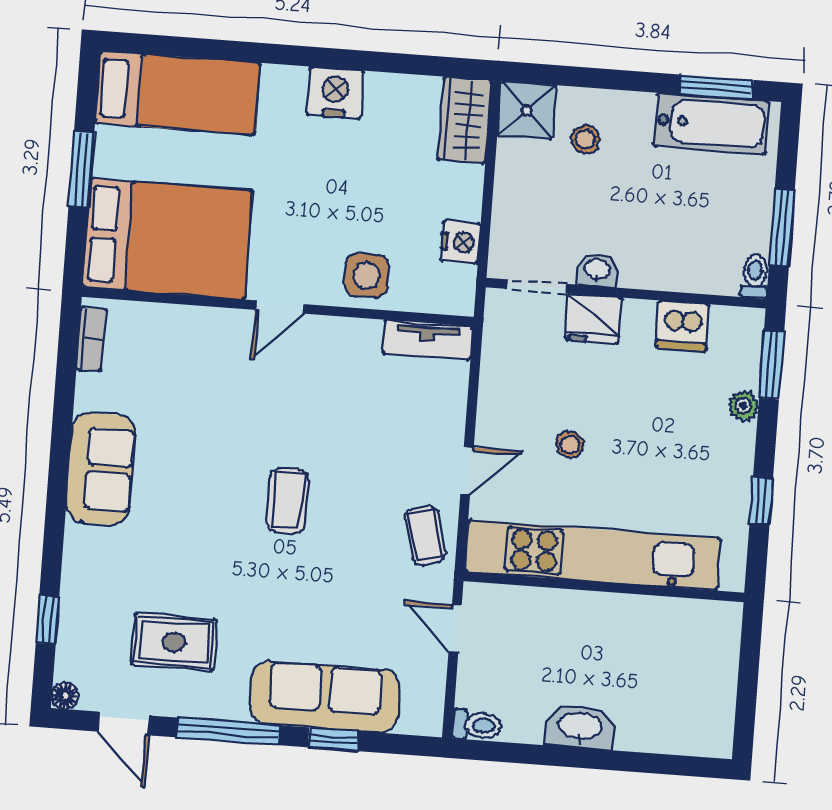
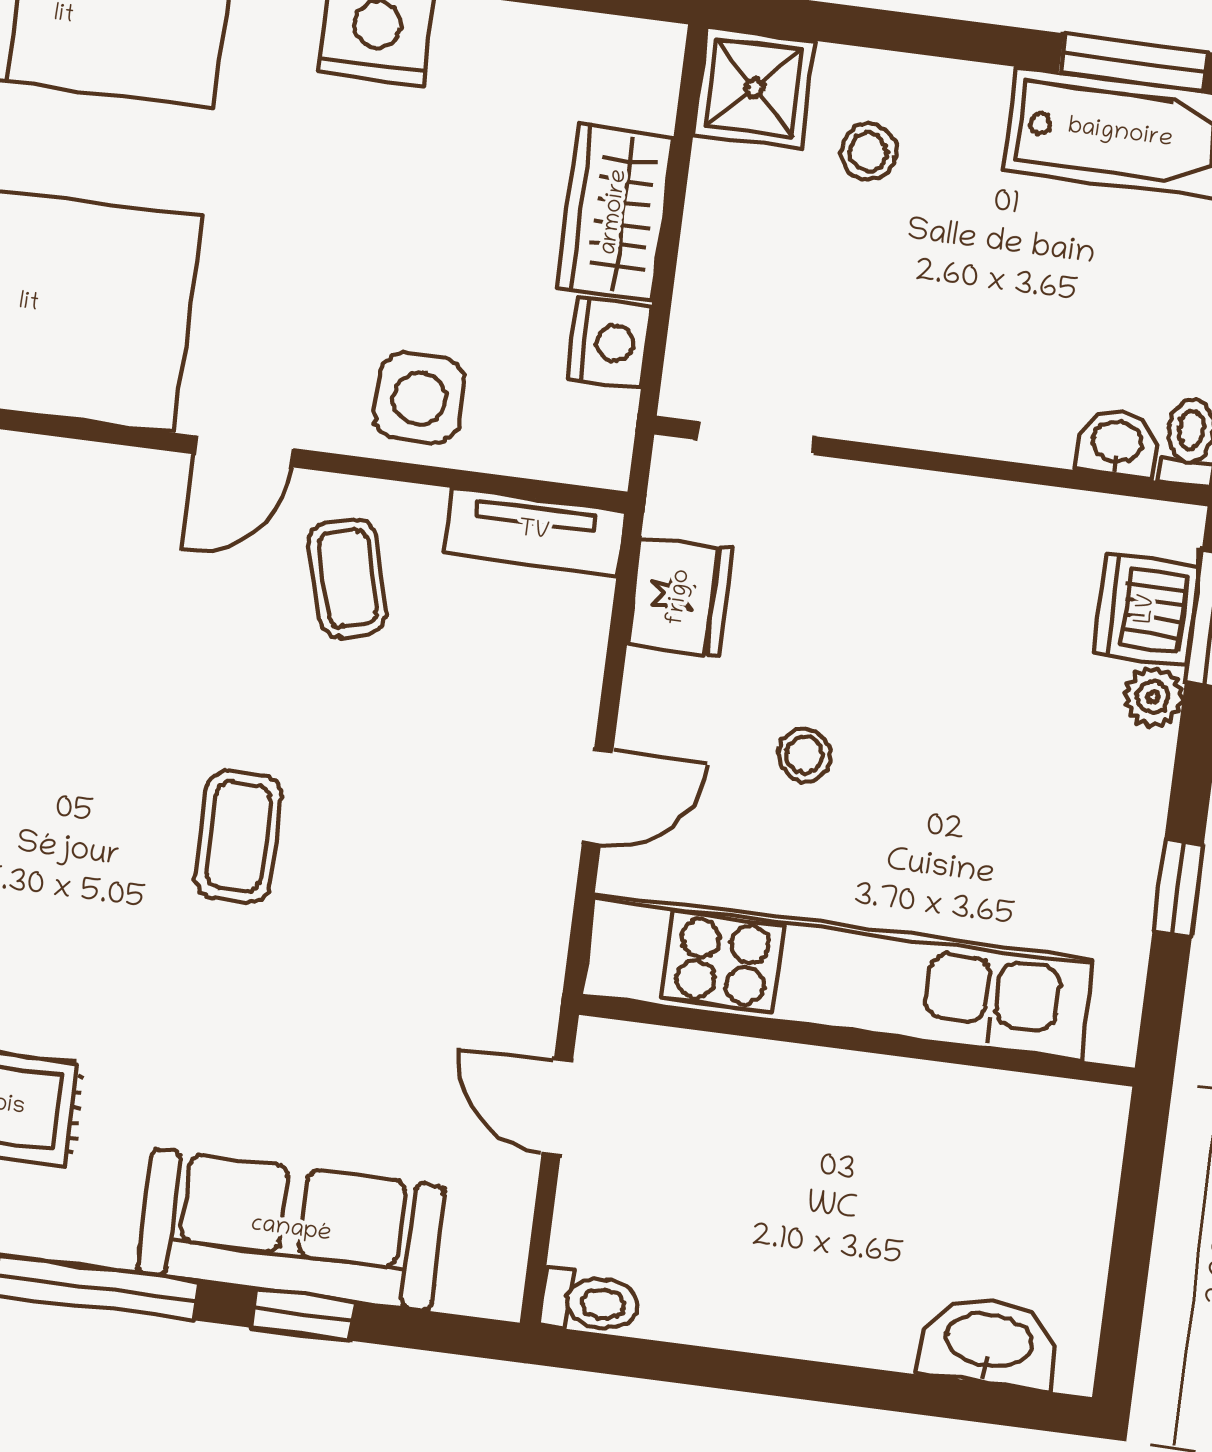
wardrobe: (464, 120) -> (615, 212), moved
washbasin: (597, 270) -> (1117, 444), moved
fridge: (593, 319) -> (680, 597), moved, turned -90
dishwasher: (682, 326) -> (1147, 609), moved, turned 90
coffee table: (425, 535) -> (348, 578), moved
washbasin: (580, 727) -> (988, 1342), moved

